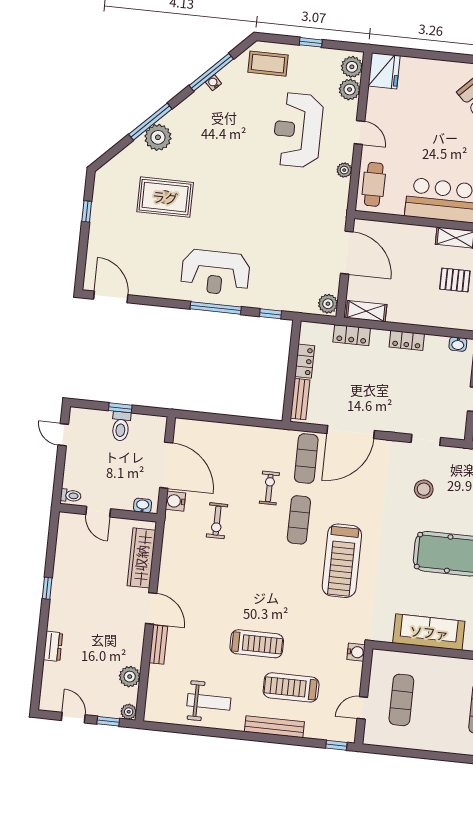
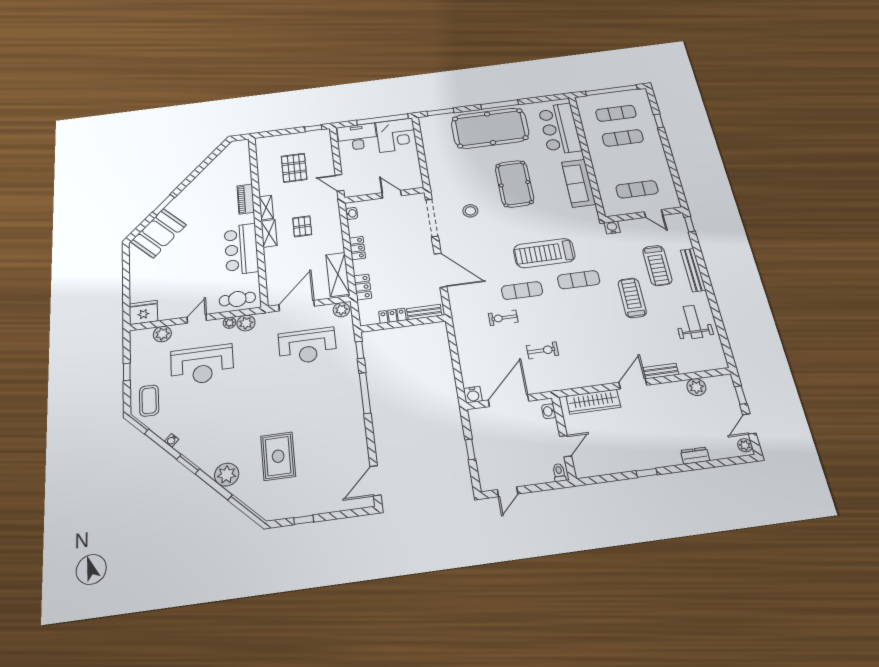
plant: (352, 67) -> (246, 323), moved
reception desk: (215, 272) -> (307, 346), moved, turned 90
shelving: (366, 311) -> (338, 274), width x1.50, depth x1.33
toilet: (121, 426) -> (486, 445), removed
doorway: (426, 440) -> (432, 218), width x1.88
exercise mat: (306, 458) -> (579, 280), moved
water cooler: (175, 501) -> (473, 395), moved
treadmill: (342, 561) -> (544, 253), turned 180
plant: (129, 712) -> (745, 445), moved

